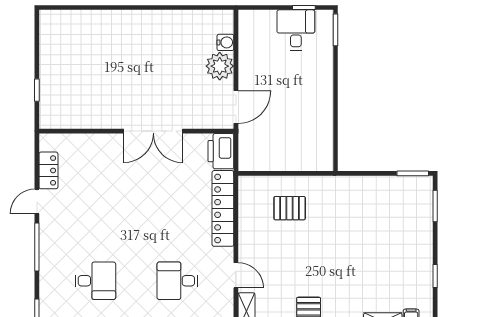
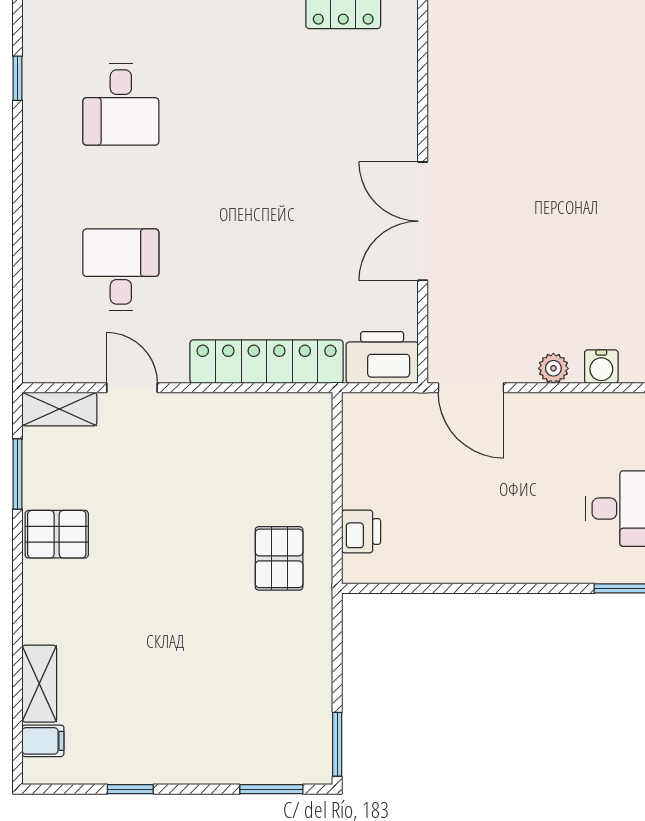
plant: (220, 66) -> (553, 368), width x0.53, depth x0.53
printer: (307, 162) -> (361, 531), added
pallet: (290, 208) -> (279, 558), moved
door: (236, 275) -> (132, 388), swing flipped

